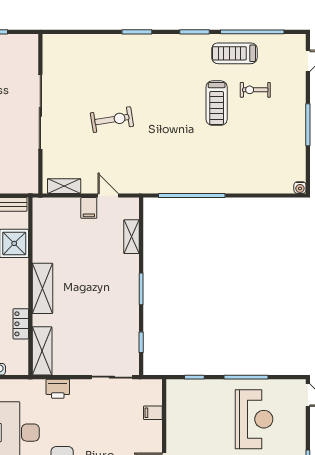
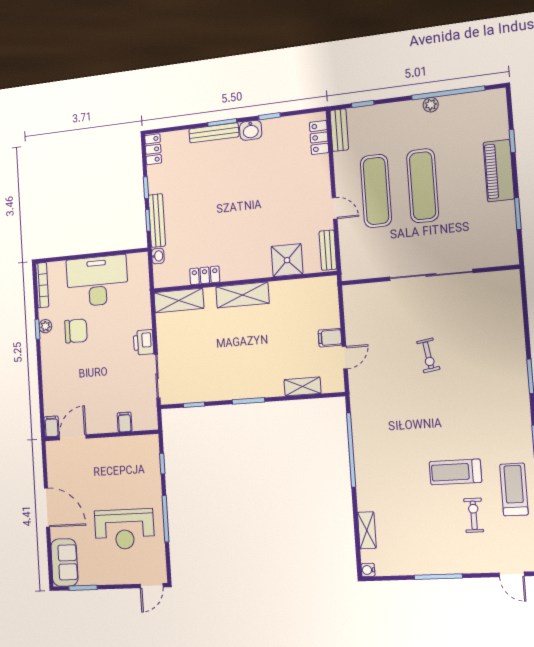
exercise bike: (112, 120) -> (428, 355), width x0.73, depth x0.72
shelving: (64, 186) -> (367, 530), moved
printer: (58, 389) -> (144, 342), moved

